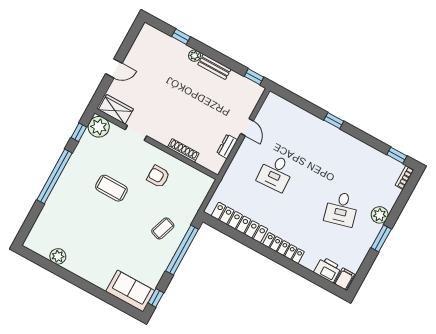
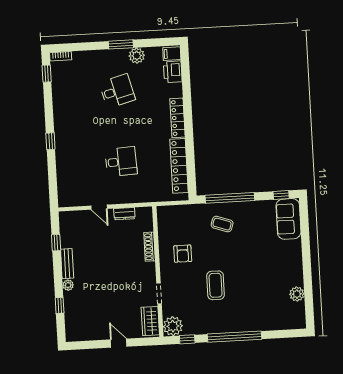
window: (254, 77) -> (56, 243), moved
door: (247, 127) -> (99, 207), swing flipped
plant: (380, 215) -> (137, 56), moved

